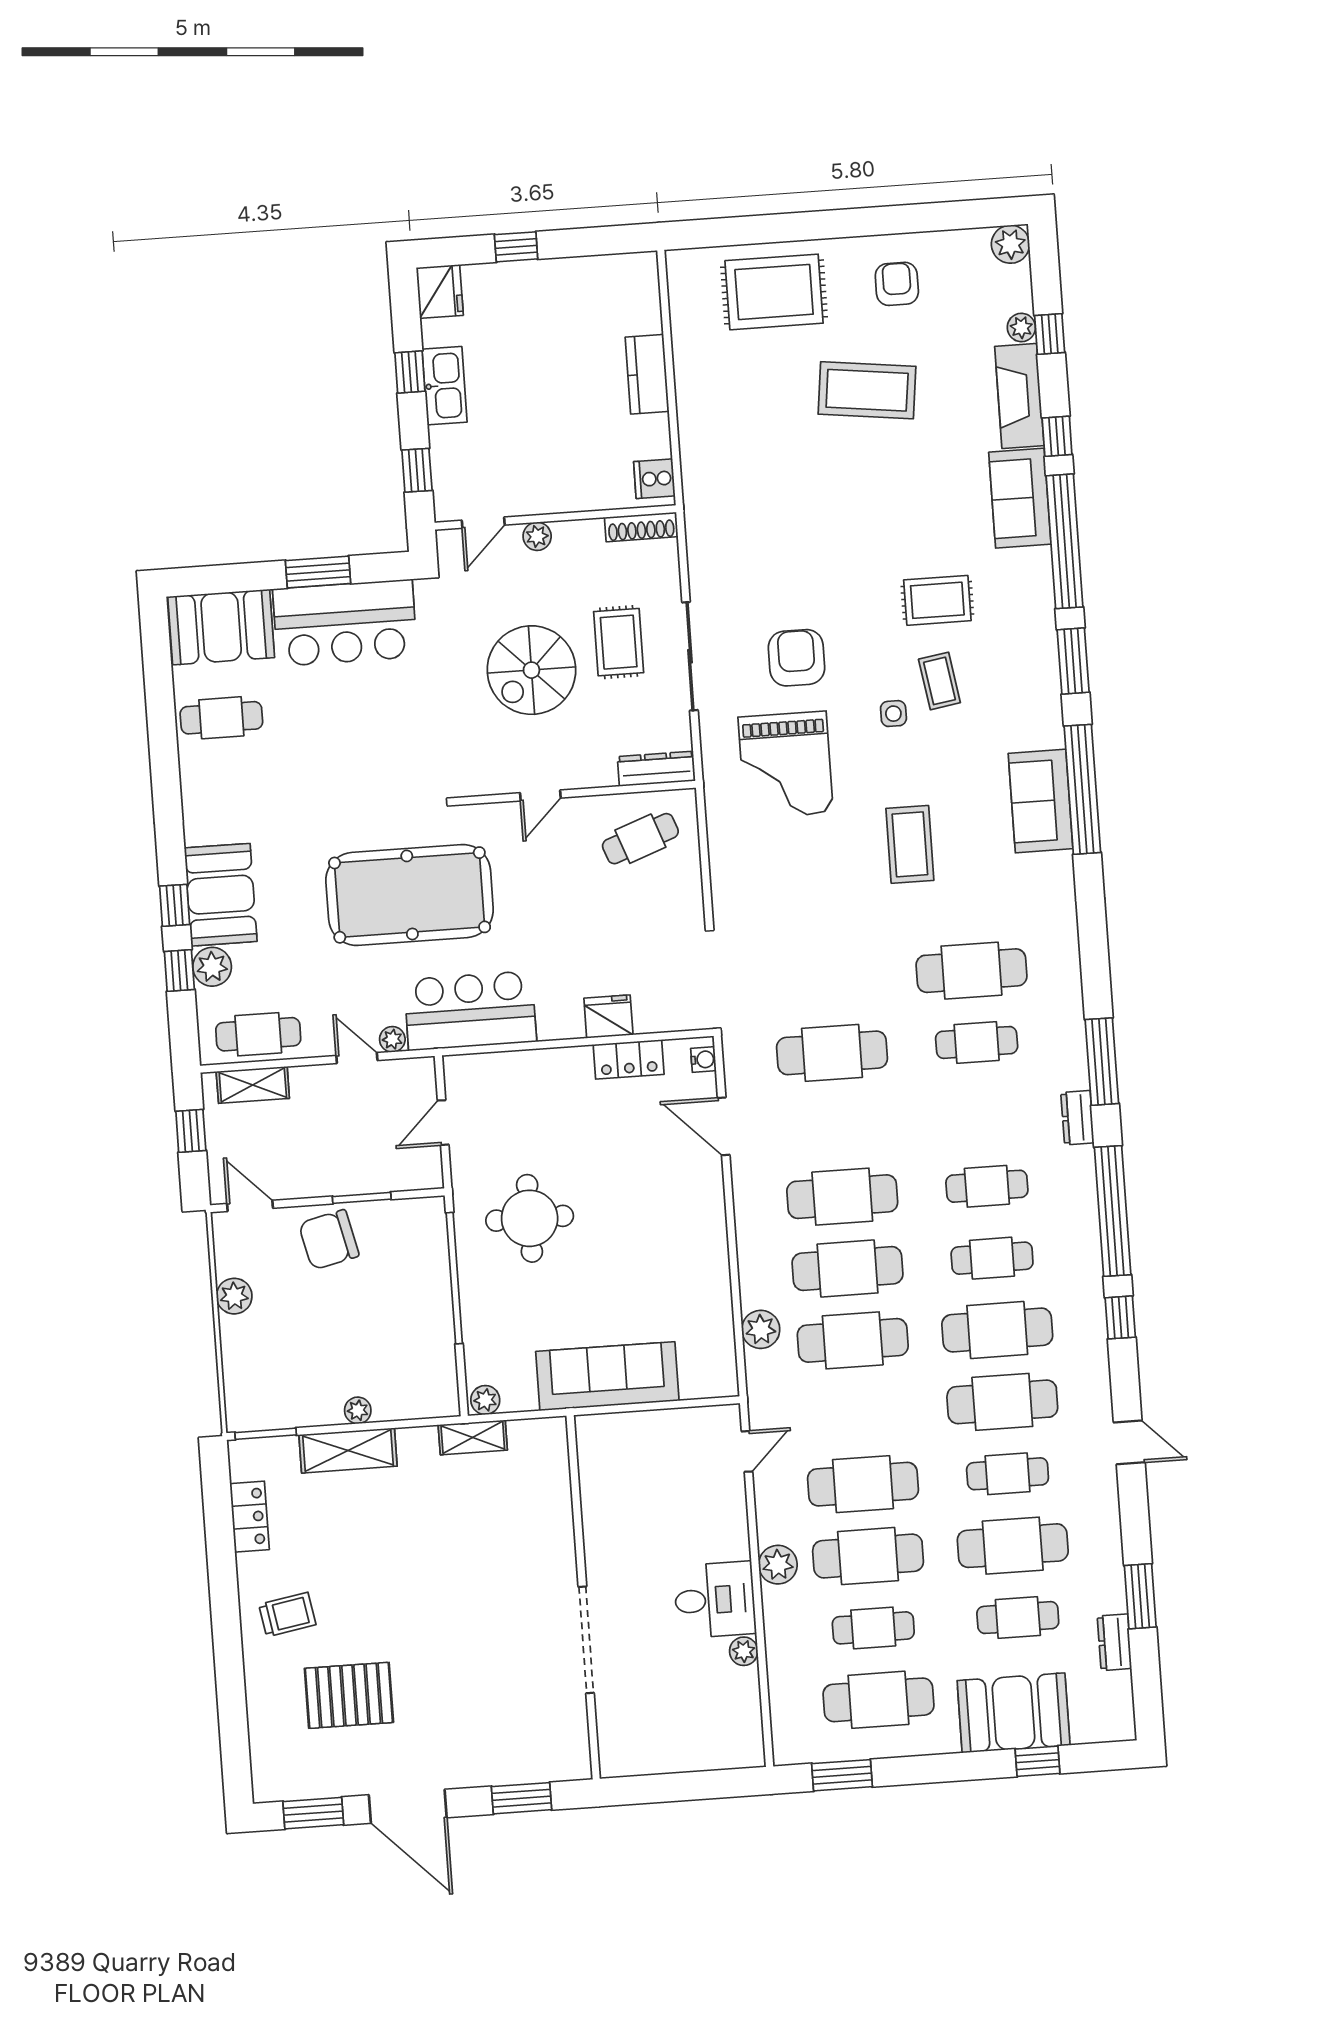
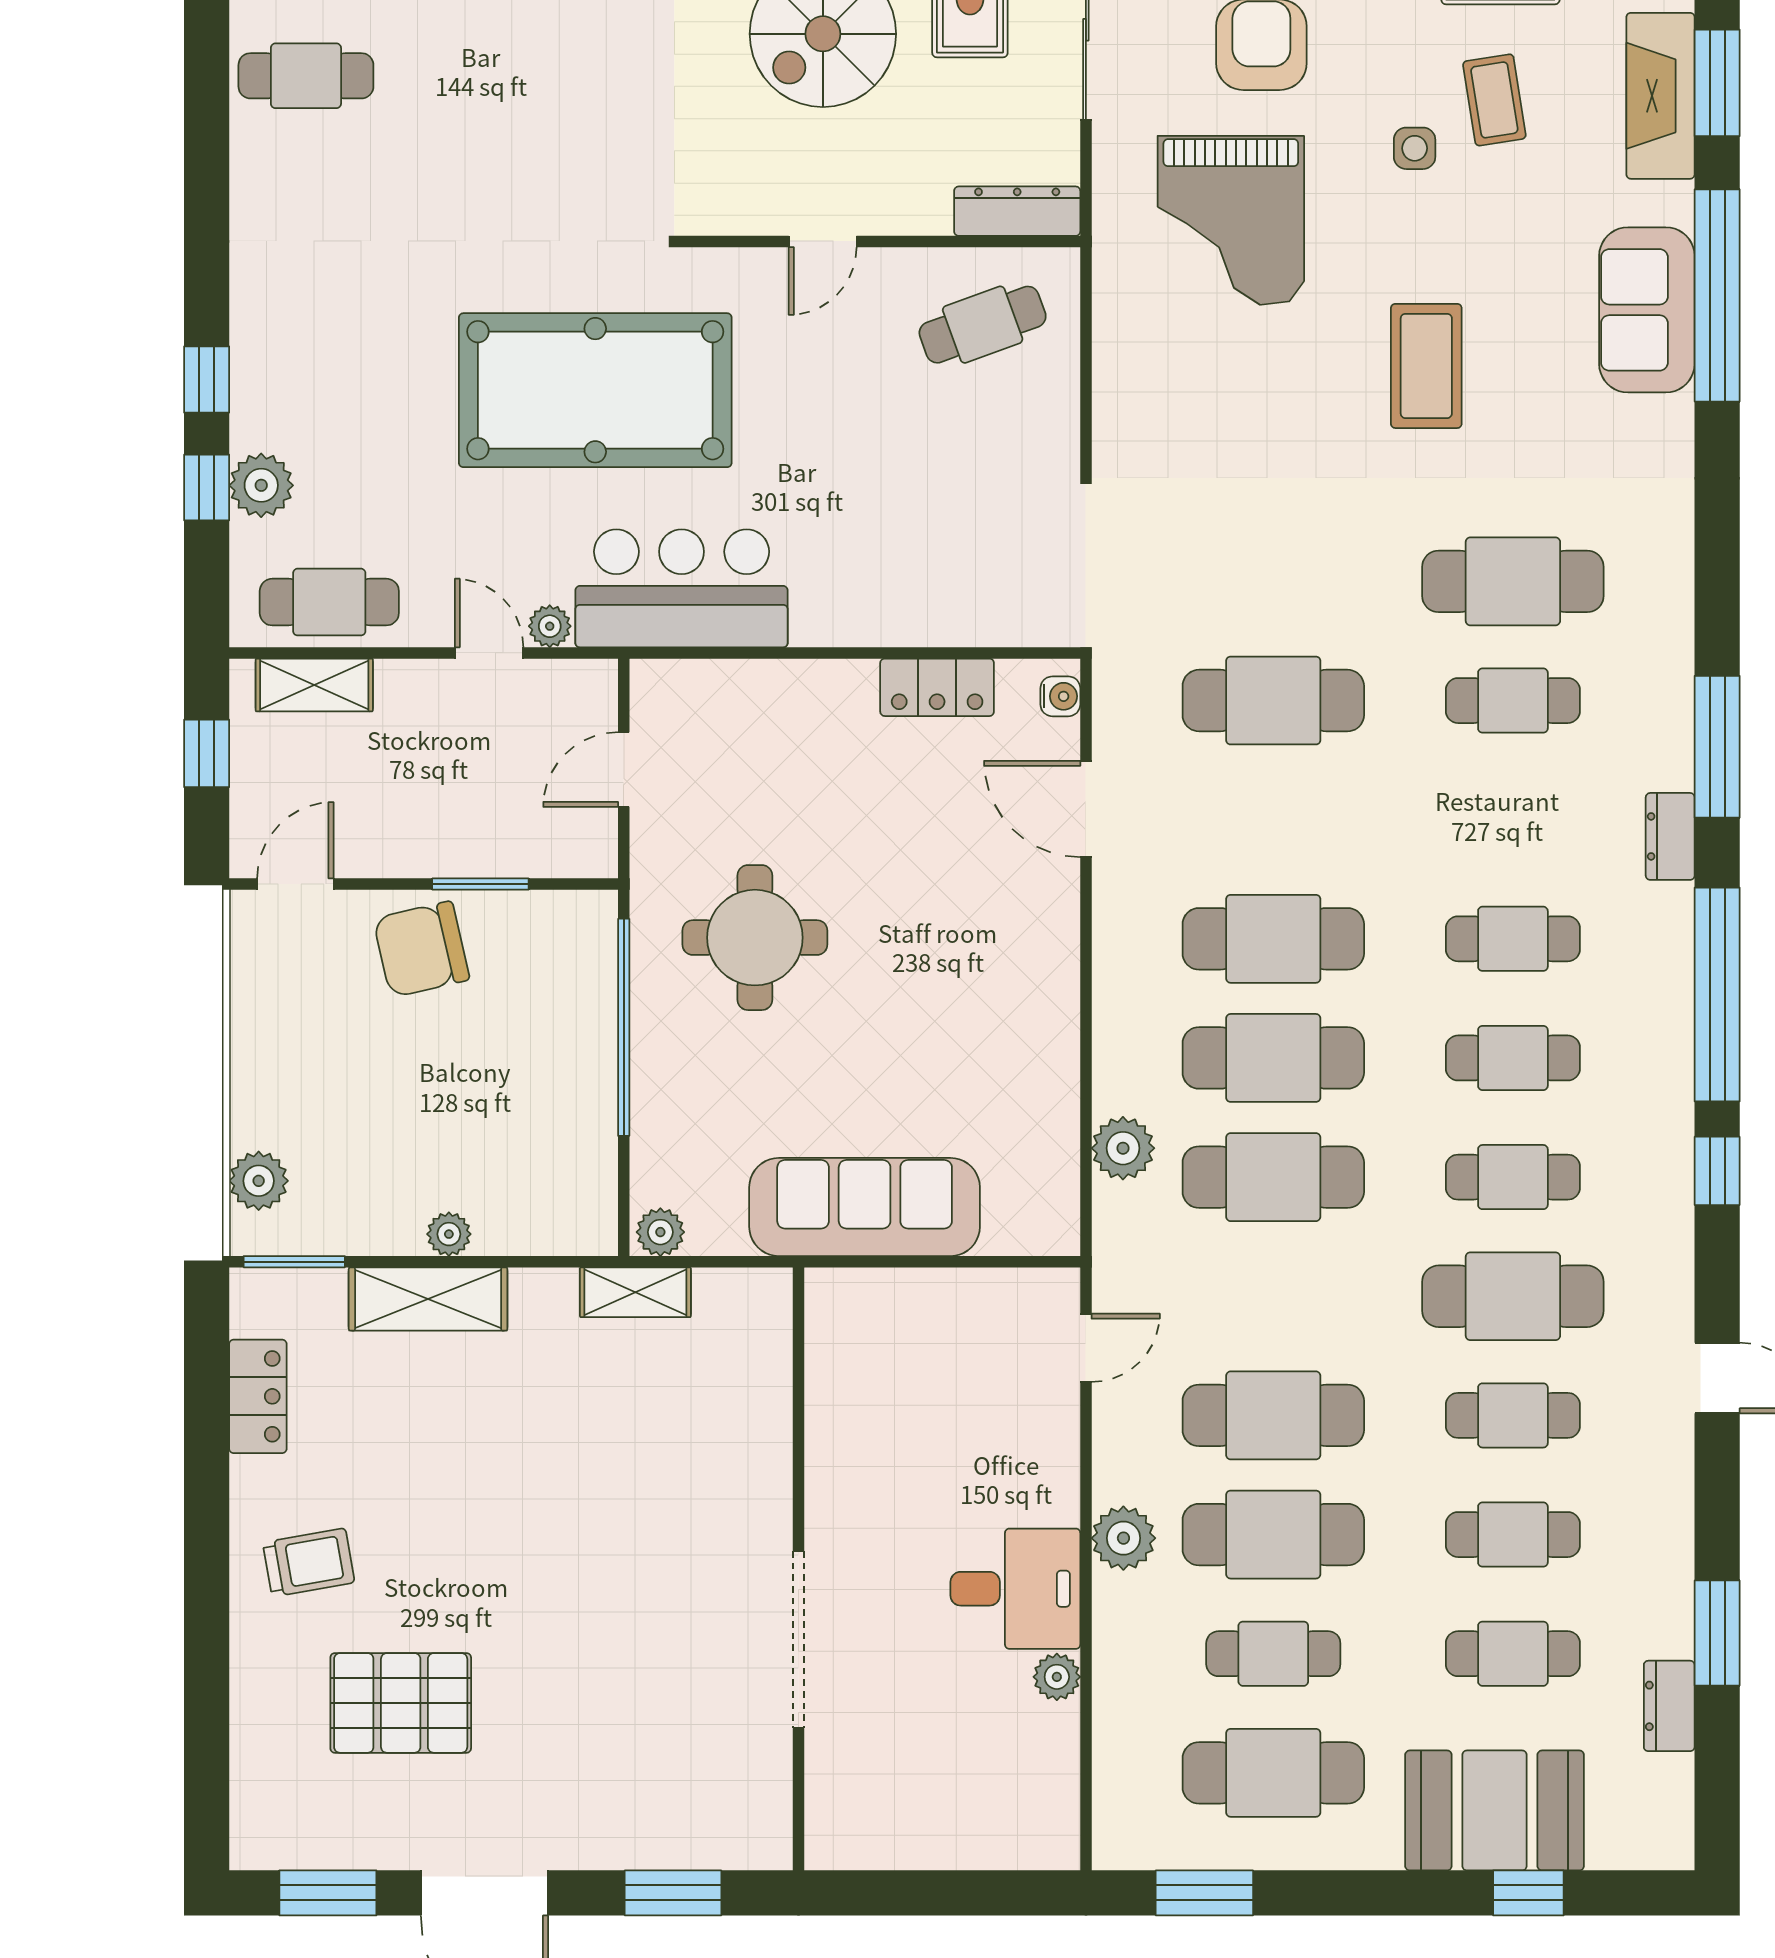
fireplace: (1040, 671) -> (1660, 96), added
booth: (221, 895) -> (284, 367), removed
fridge: (608, 1017) -> (909, 614), removed
door: (250, 1206) -> (295, 884), hinge flipped
plant: (234, 1296) -> (259, 1181), moved
cafe table: (997, 1330) -> (1513, 1177), width x0.73, depth x0.74
cafe table: (1013, 1546) -> (1513, 1535), width x0.73, depth x0.74

